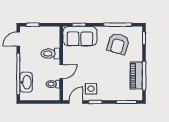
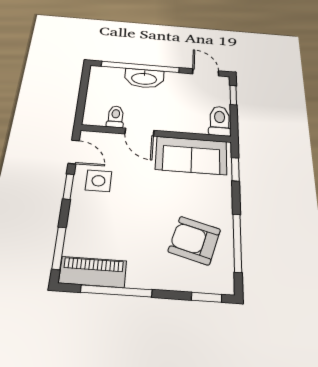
sofa: (80, 36) -> (191, 155), moved, turned -90
toilet: (50, 54) -> (220, 121), moved
piano: (136, 76) -> (93, 272), moved
washbasin: (26, 82) -> (144, 78), moved

